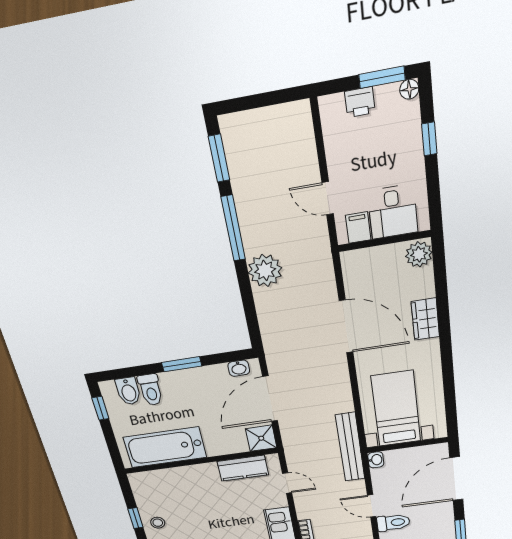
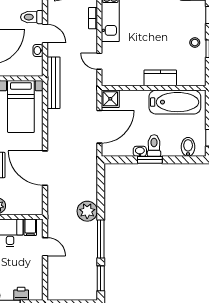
washbasin: (239, 368) -> (140, 151), moved
toilet: (151, 390) -> (154, 146), moved
washbasin: (376, 460) -> (38, 51), moved
kitchen counter: (243, 468) -> (160, 78), moved

